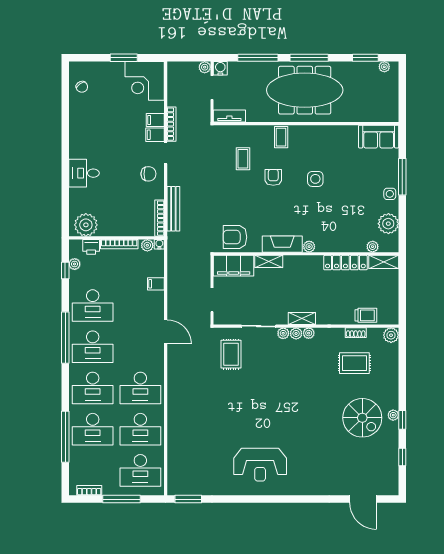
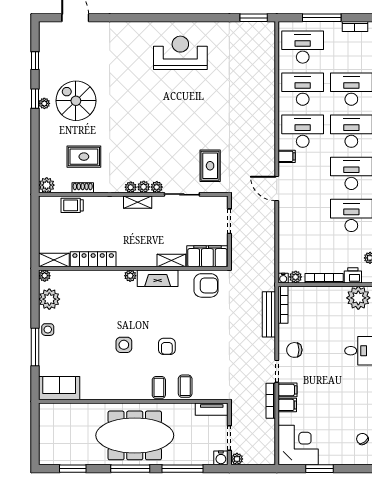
plant: (384, 67) -> (53, 459), removed
coffee table: (243, 159) -> (185, 386), moved
plant: (373, 247) -> (45, 276), moved
filing cabinet: (156, 284) -> (287, 156), moved

